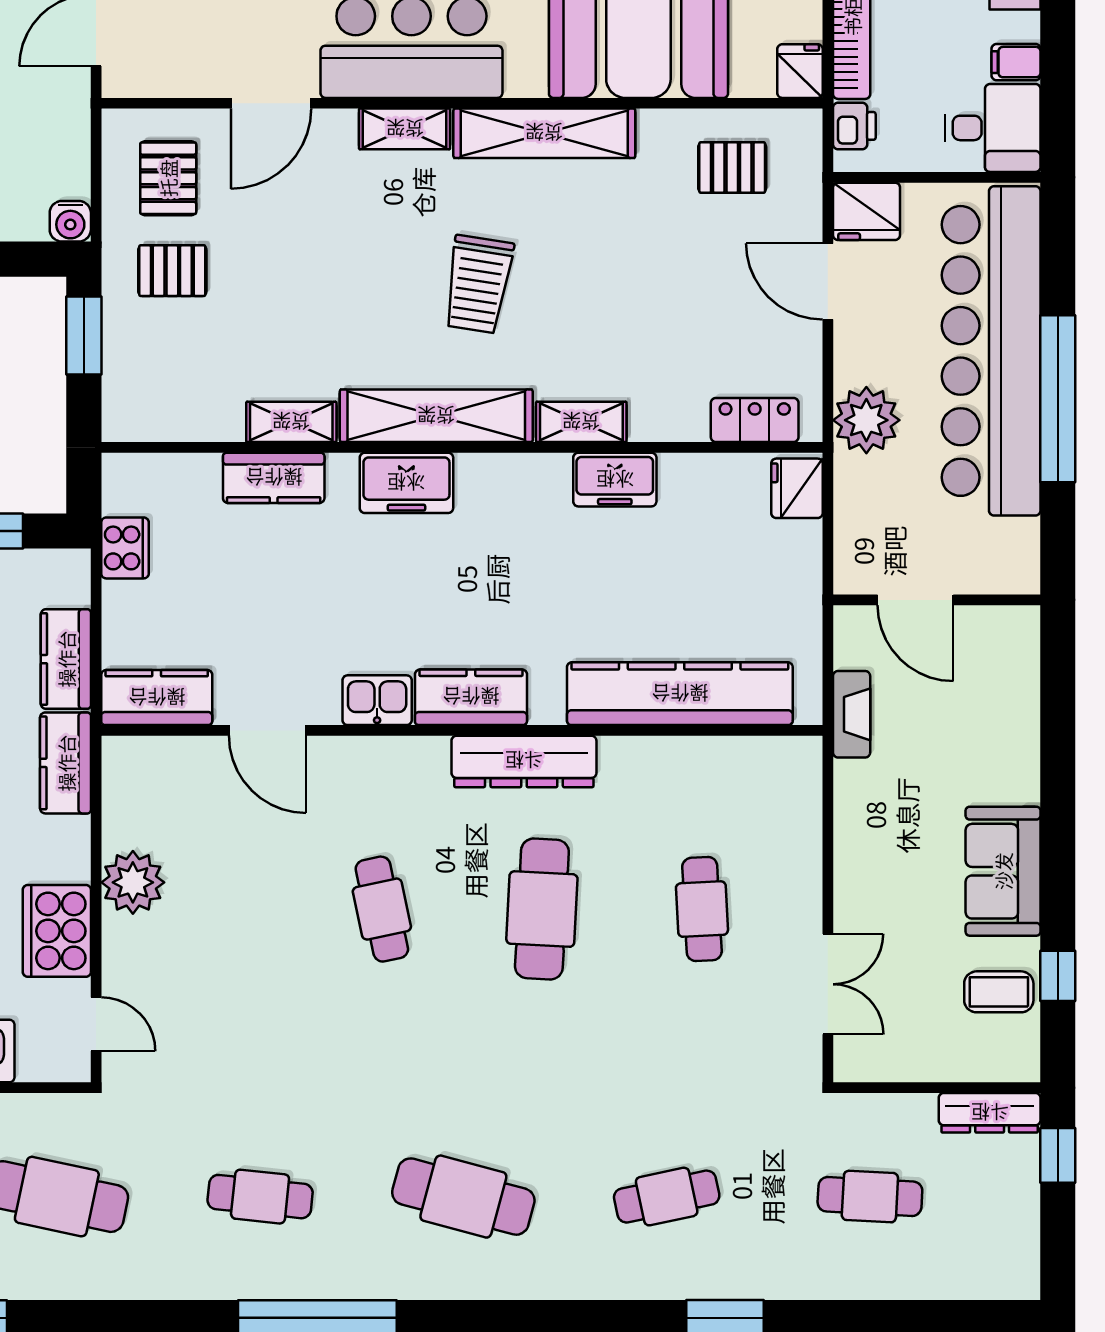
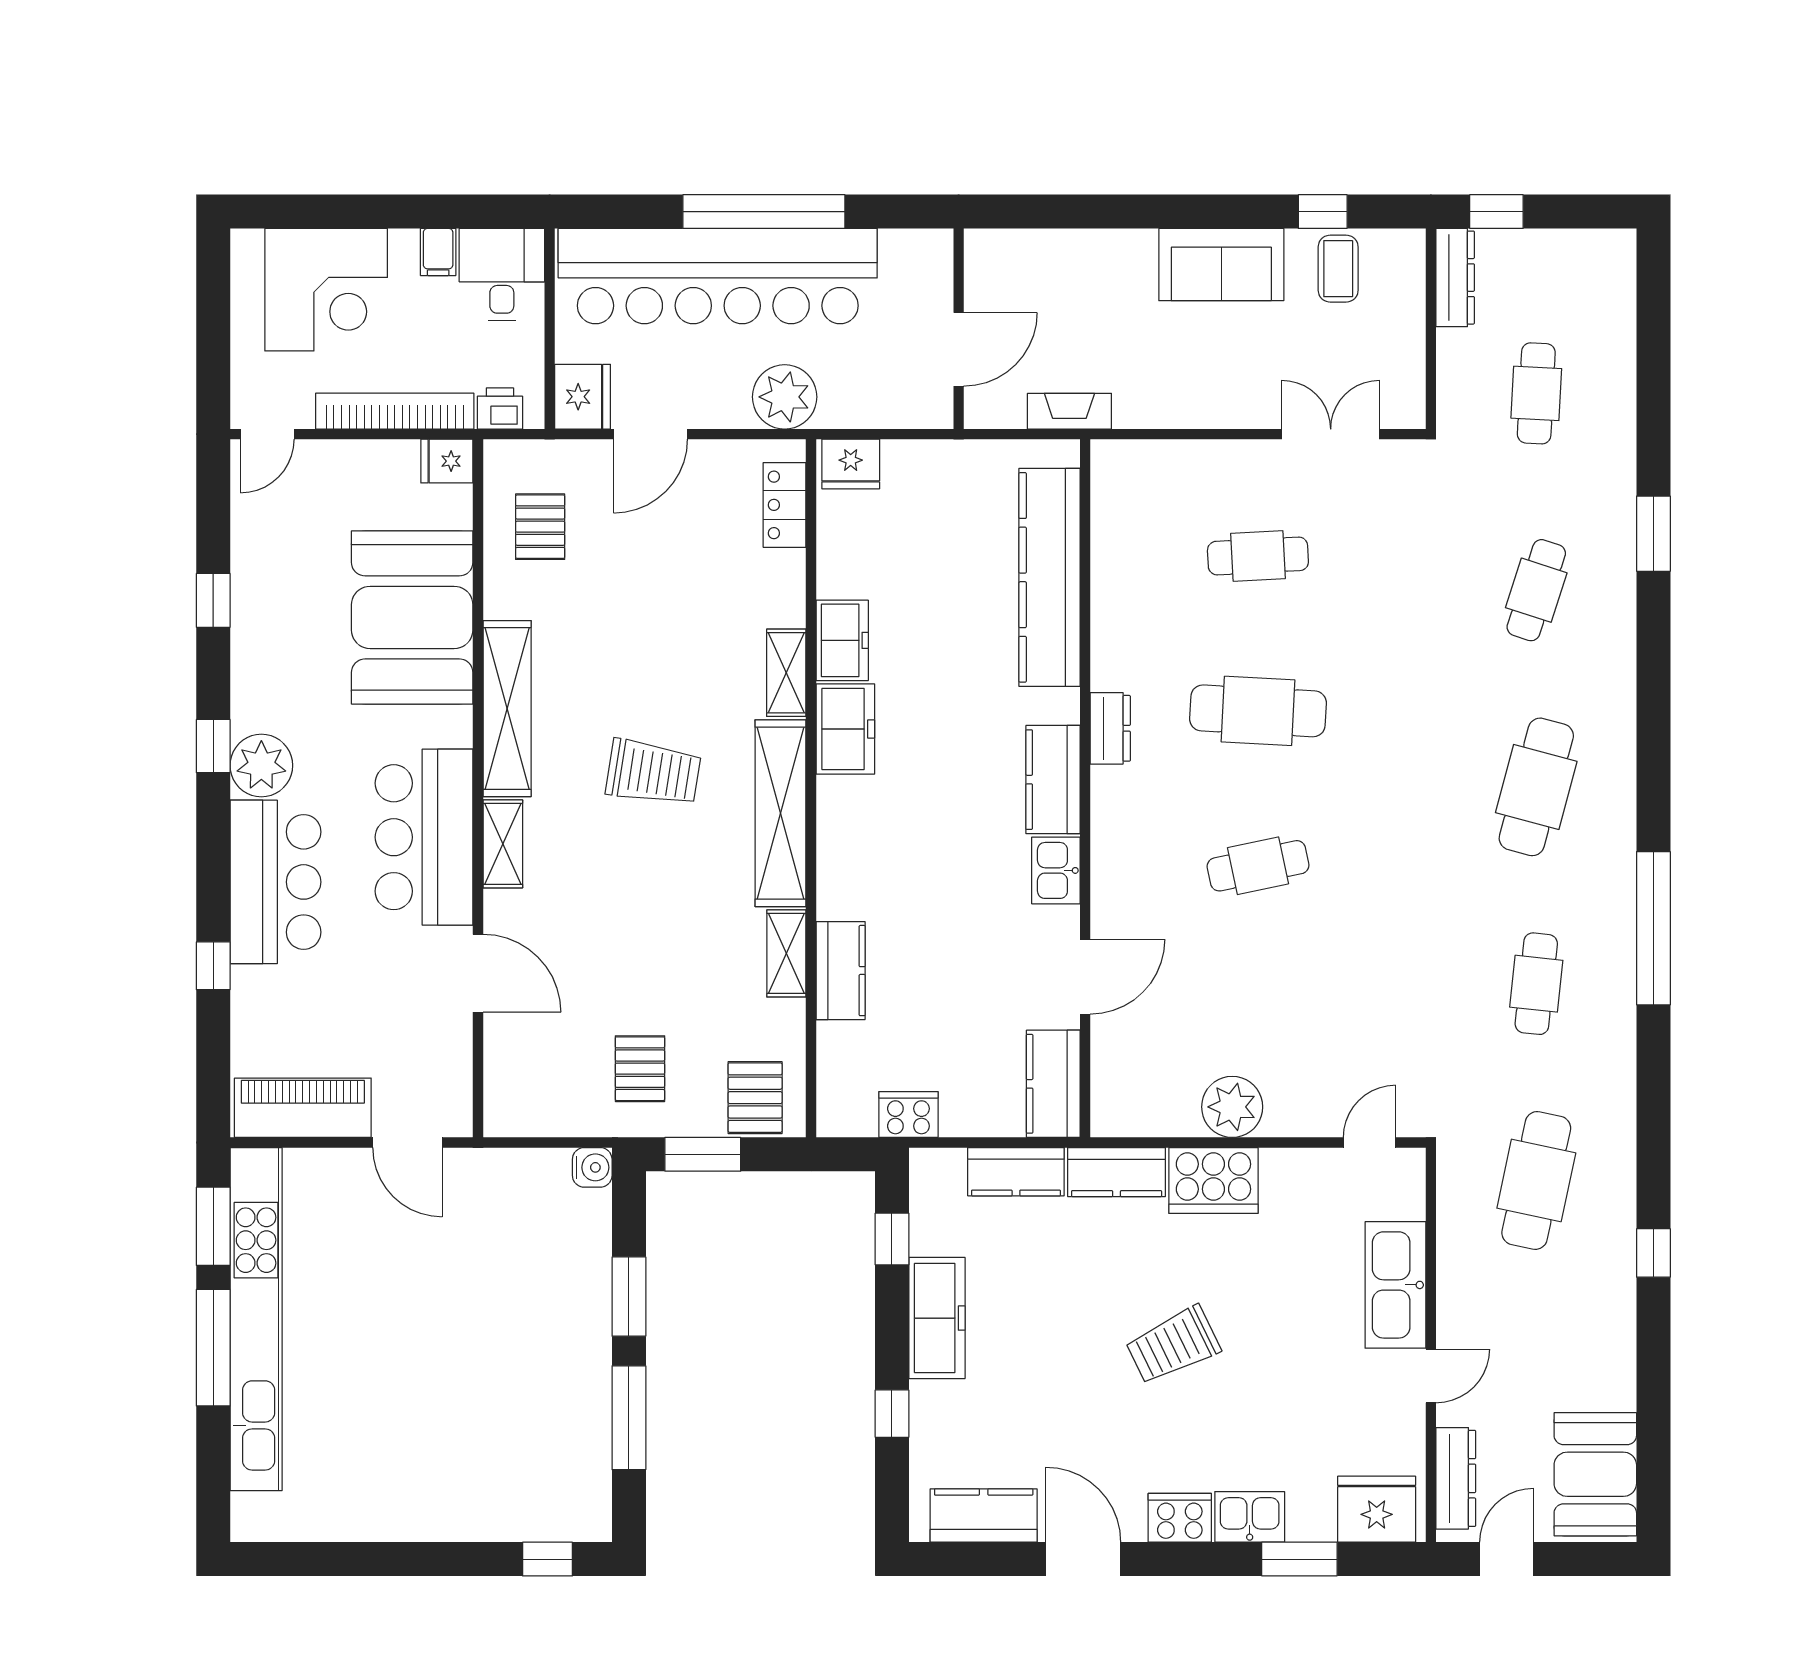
pallet: (168, 178) -> (755, 1098), moved, turned 90
freezer: (406, 483) -> (845, 729), moved
dresser: (524, 761) -> (1110, 728), width x0.51, depth x0.80
cooker: (57, 931) -> (1213, 1180), moved
cafe table: (667, 1197) -> (1536, 590), turned 30

